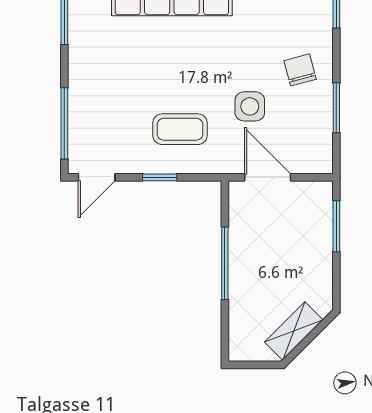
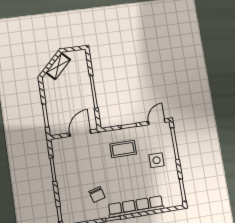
chair: (300, 70) -> (97, 194), moved
side table: (250, 106) -> (157, 160), moved
door: (268, 177) -> (80, 133), swing flipped

